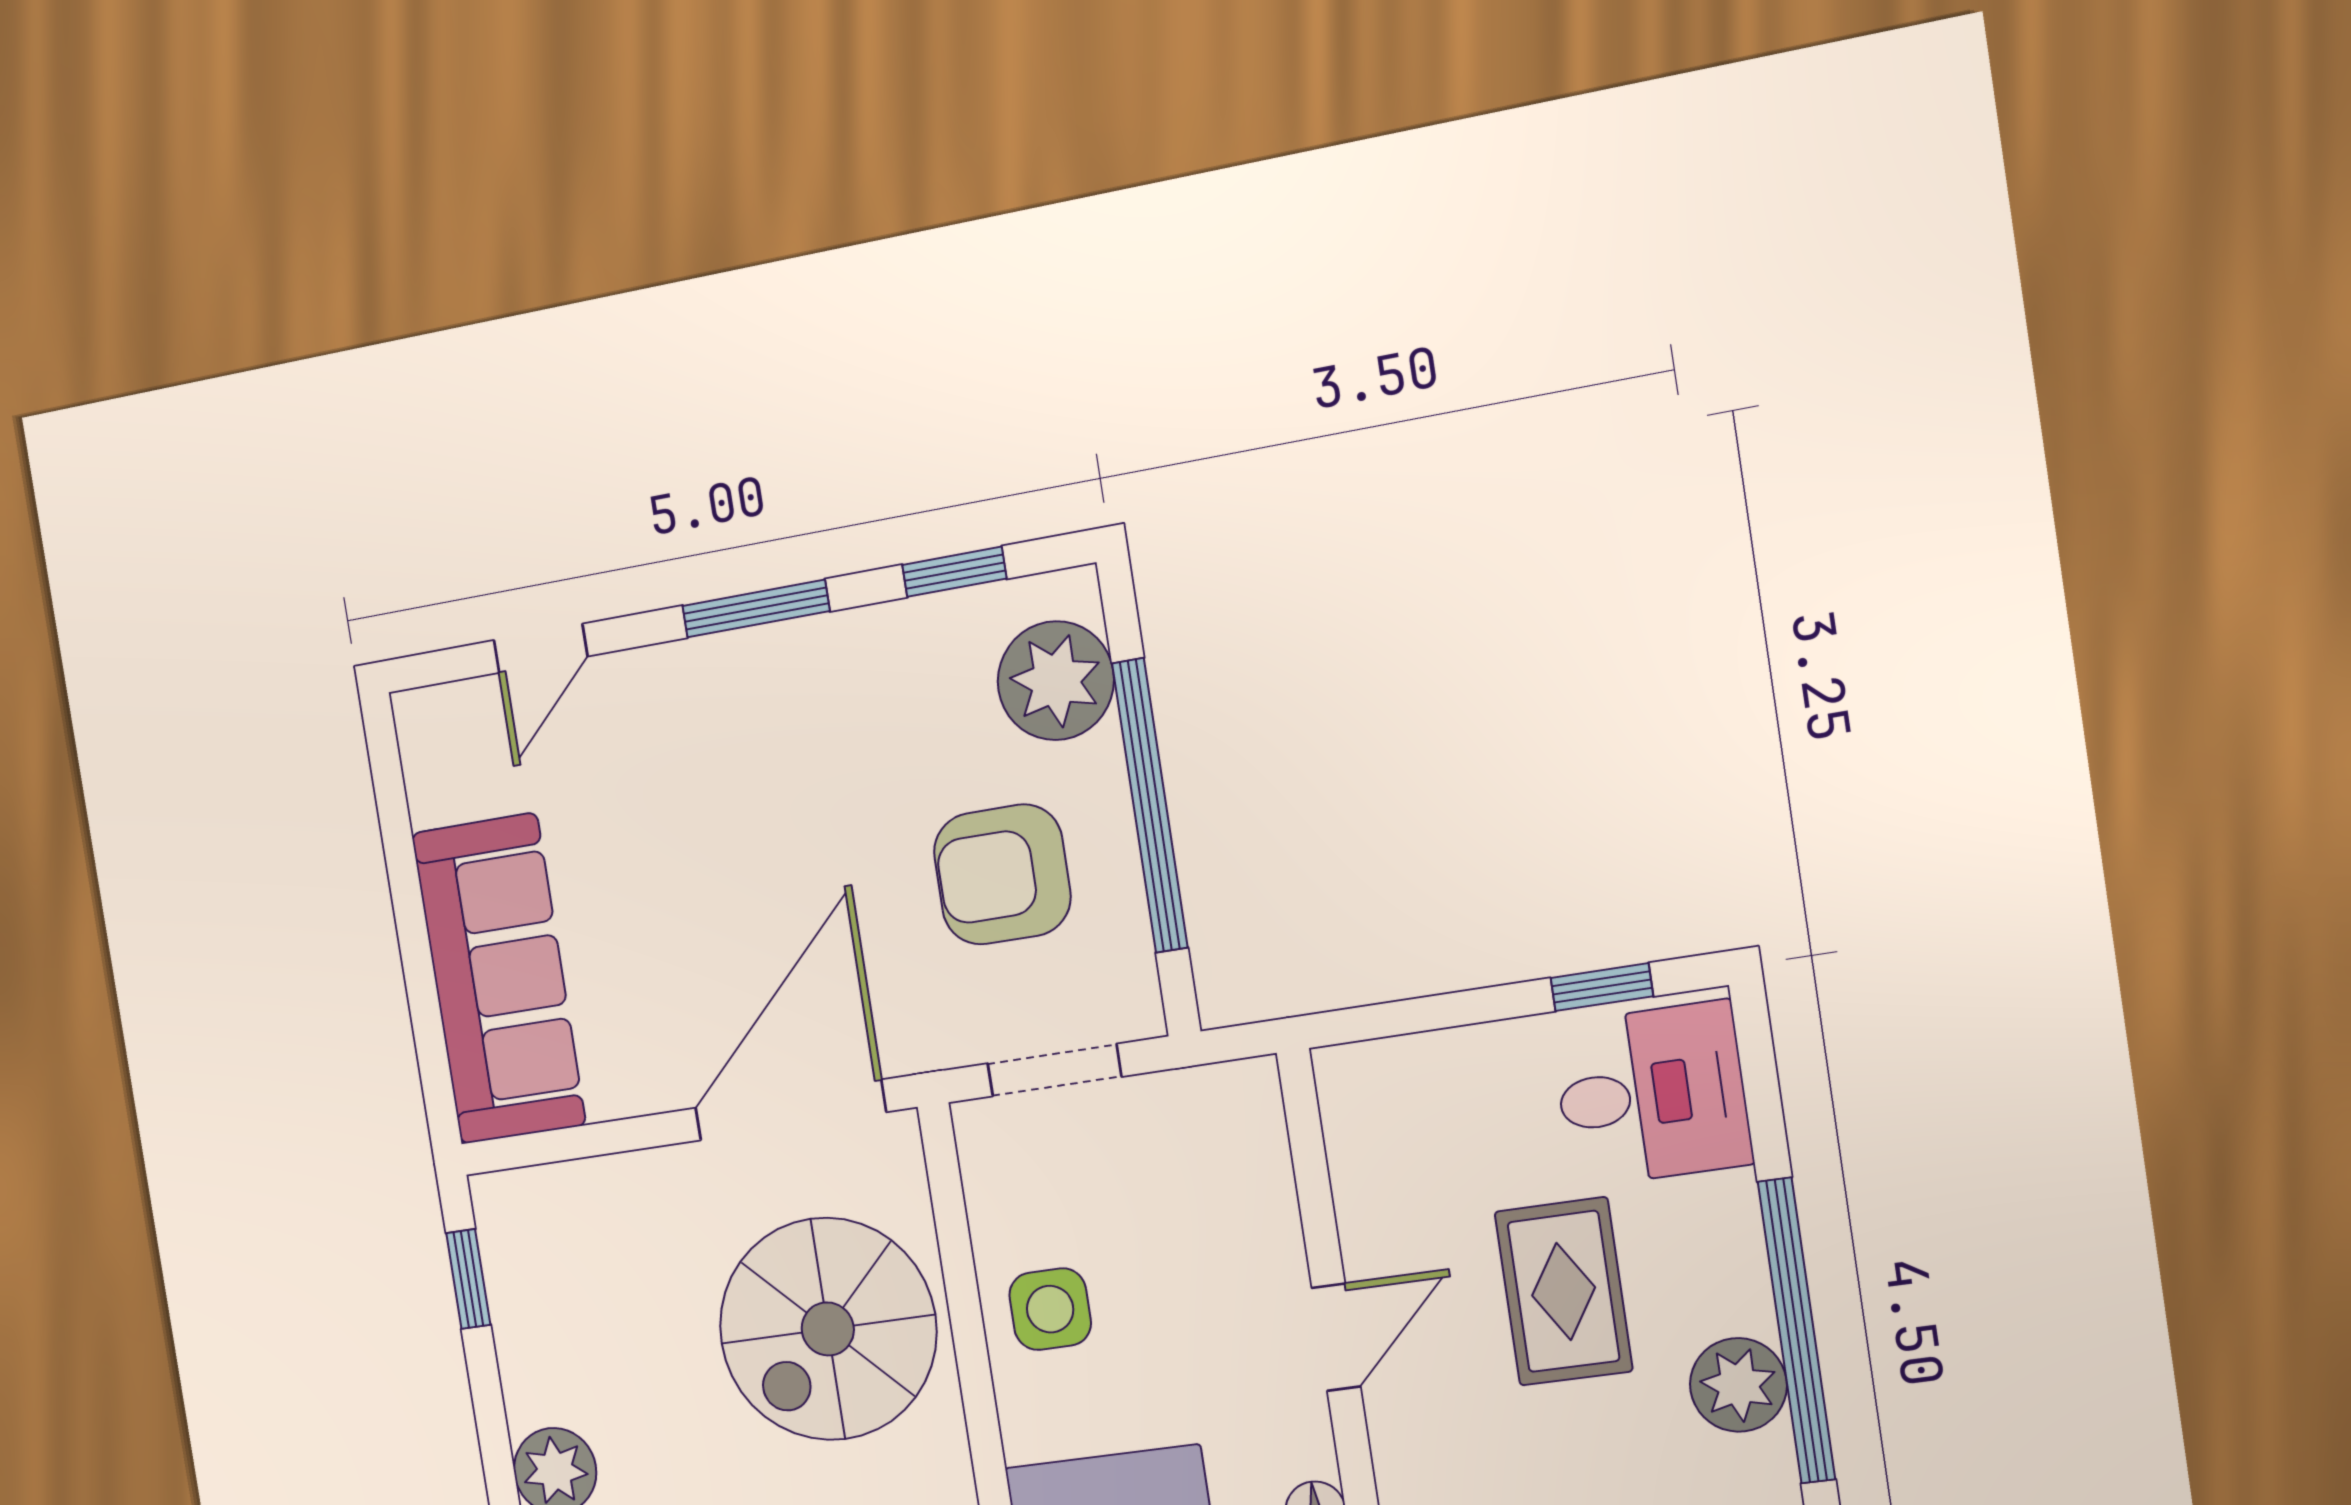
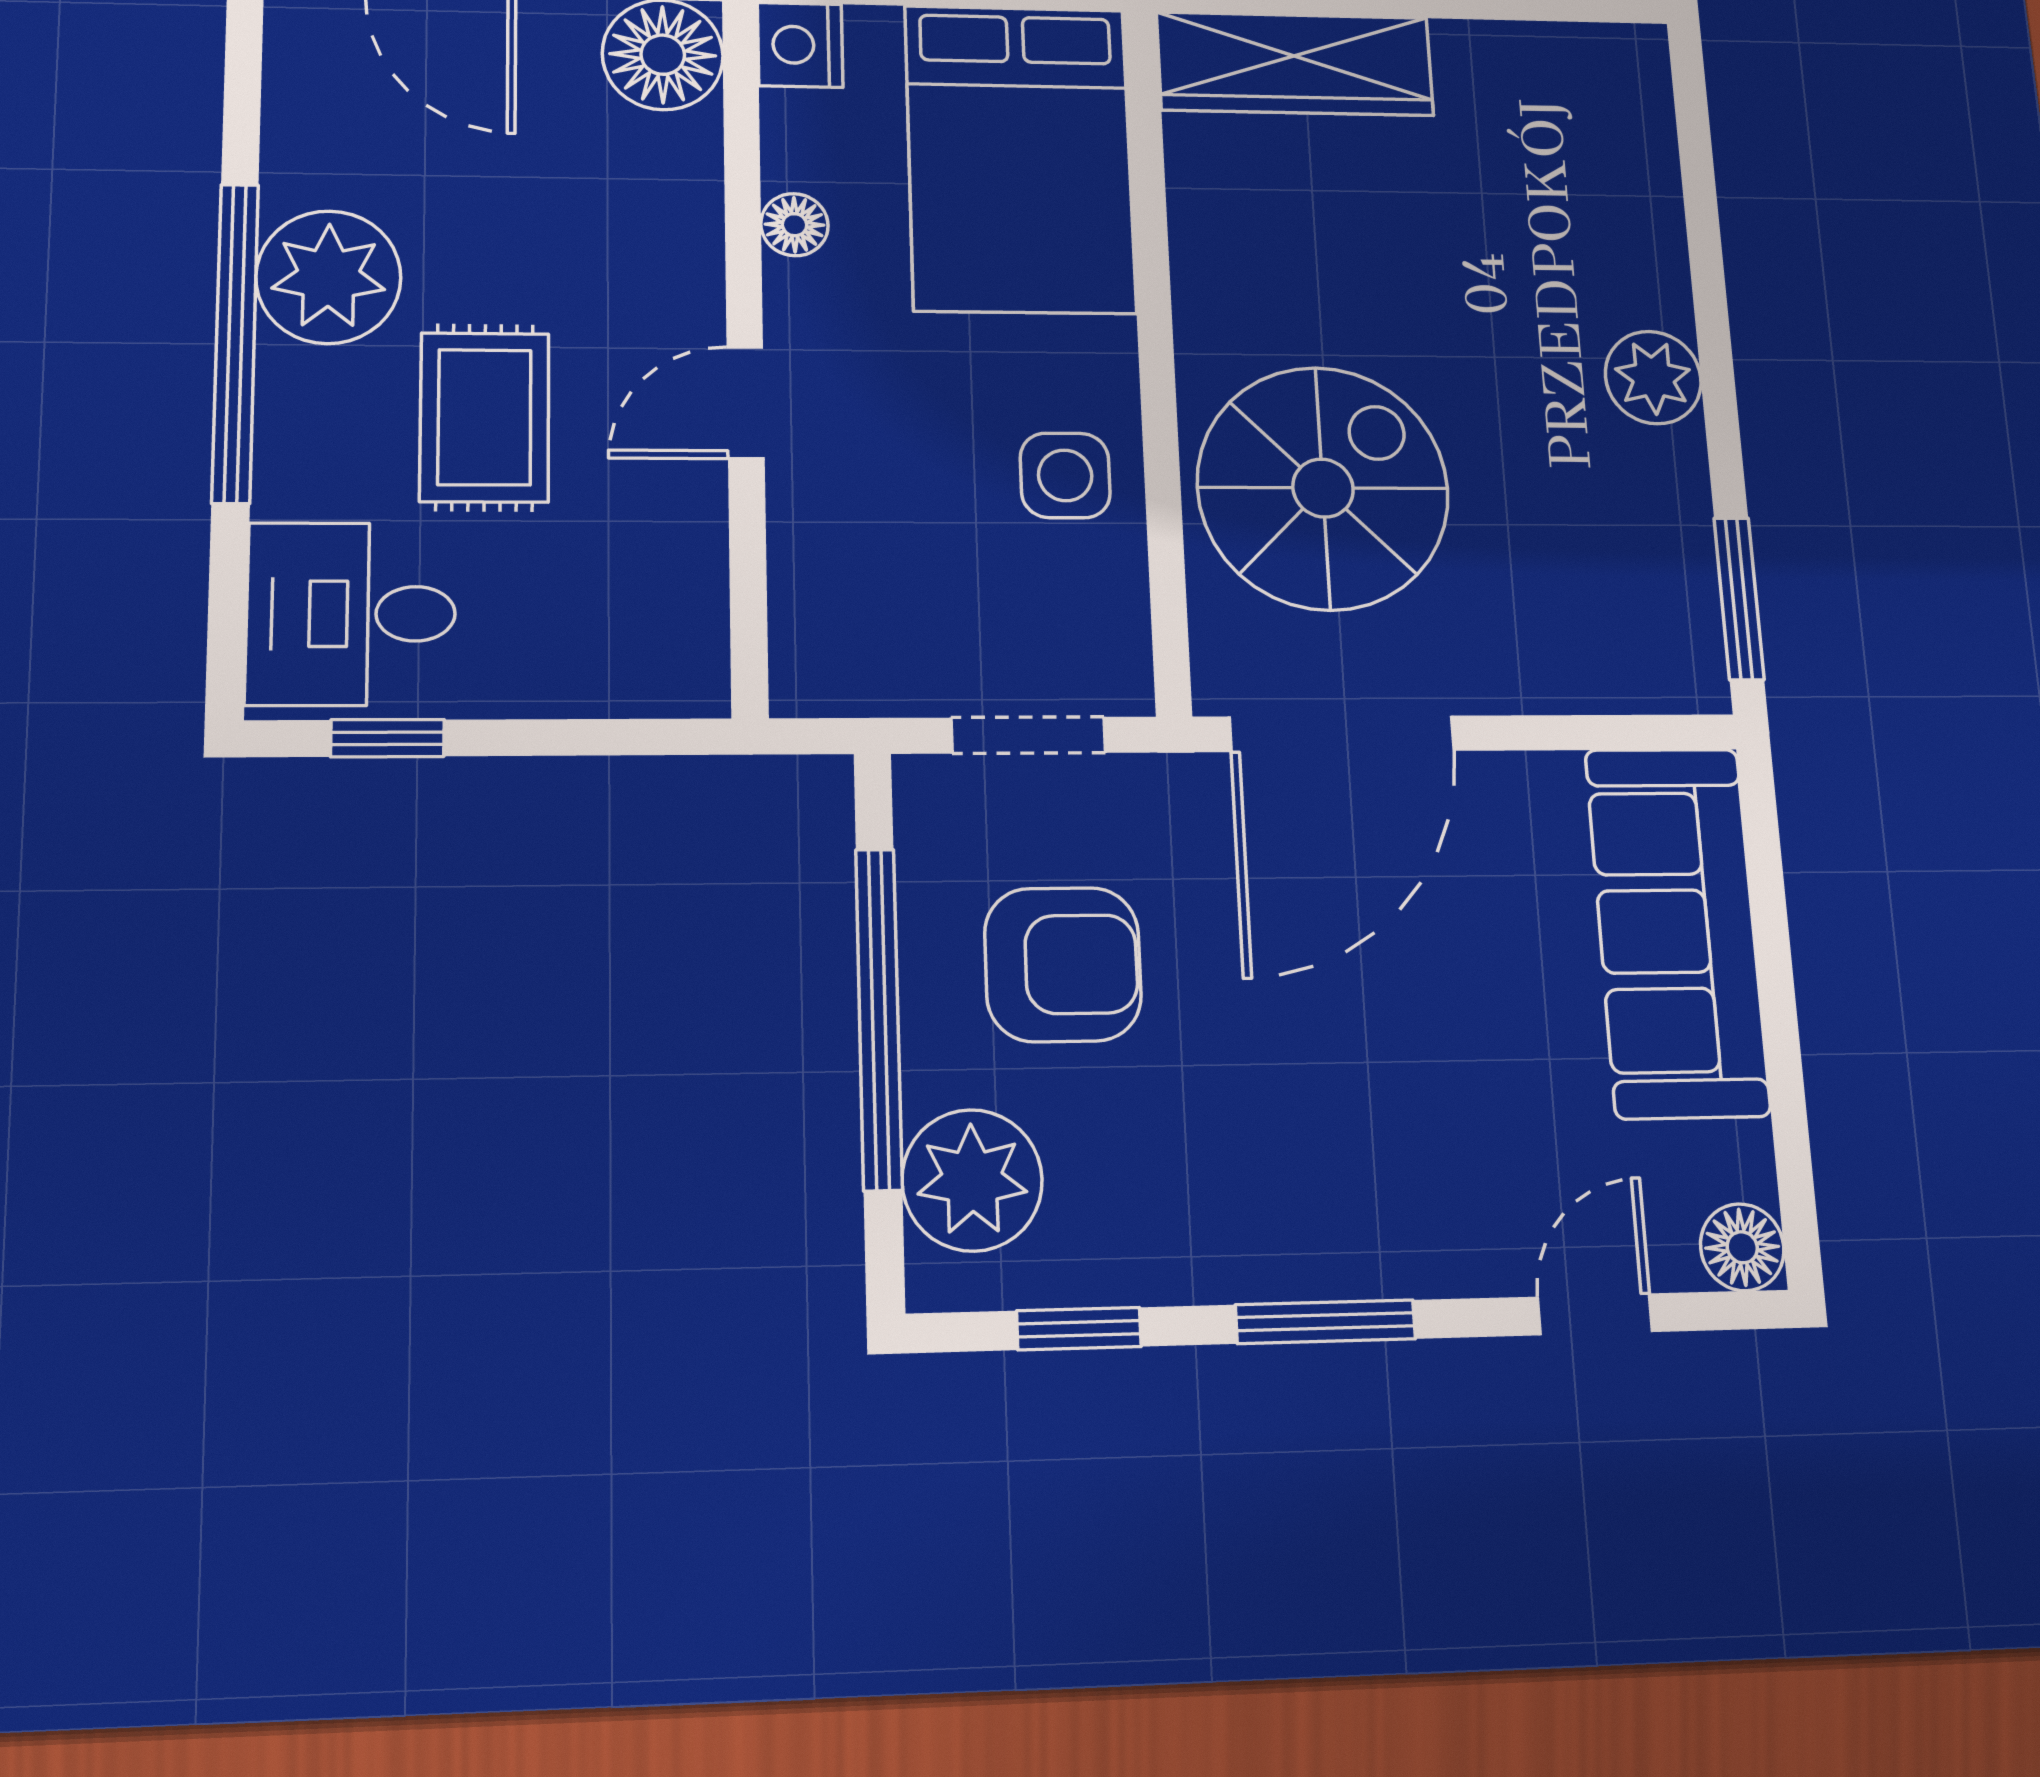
floor lamp: (427, 721) -> (1742, 1247), added
window: (468, 1279) -> (1739, 599), width x1.50
plant: (1738, 1385) -> (329, 277), width x1.36, depth x1.36

